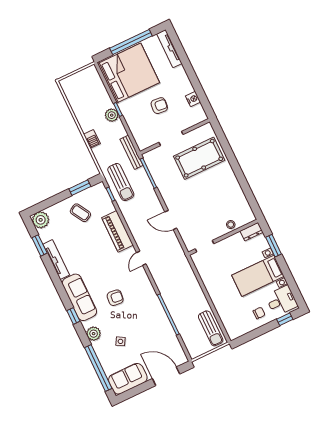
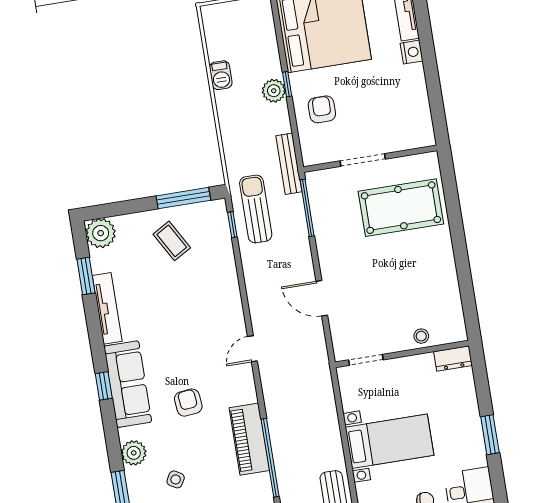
nightstand: (193, 99) -> (412, 52), moved
armchair: (159, 106) -> (322, 109), moved, turned -96
barbecue: (92, 139) -> (221, 75), moved
sun lounger: (121, 182) -> (256, 209), turned 180
window: (80, 188) -> (183, 198), width x1.44
piano: (117, 231) -> (249, 439), moved
window: (273, 246) -> (490, 435), moved
bed with nightstands: (258, 276) -> (390, 441), moved, turned 180
armchair: (115, 298) -> (188, 403), turned -102
window: (73, 316) -> (104, 386), moved

